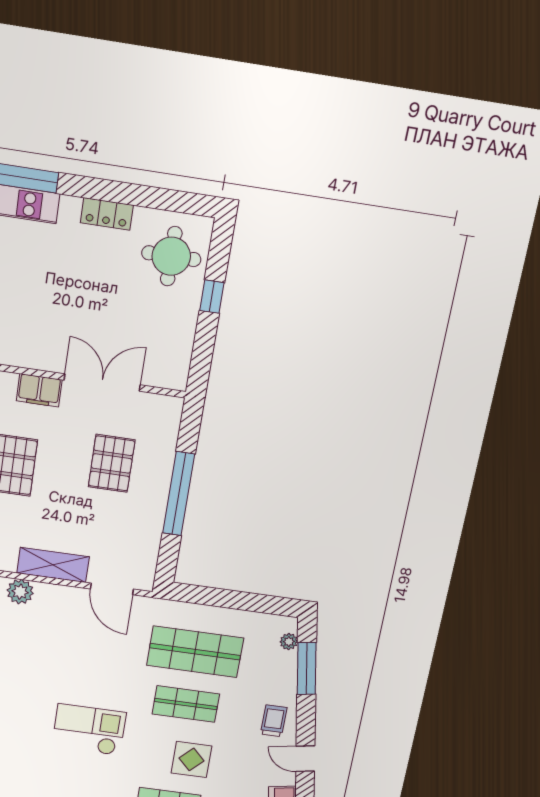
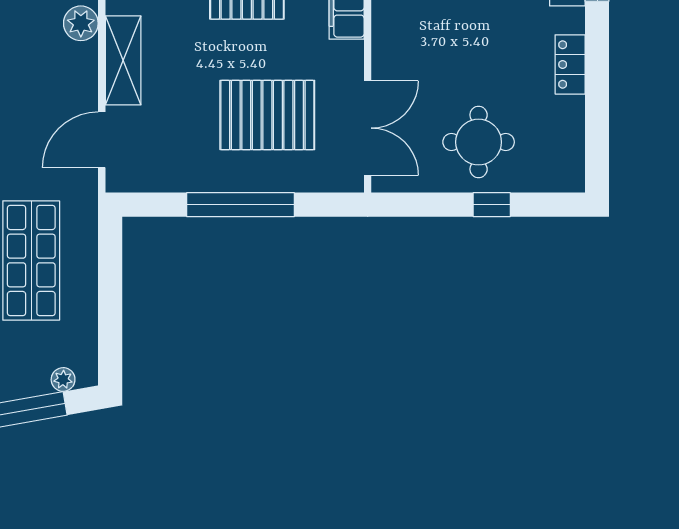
round table: (171, 256) -> (479, 142), moved
double door: (102, 383) -> (368, 128), moved
pallet: (112, 463) -> (267, 115), width x1.37, depth x1.41

